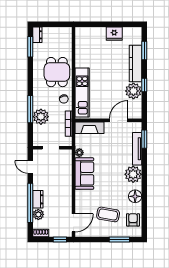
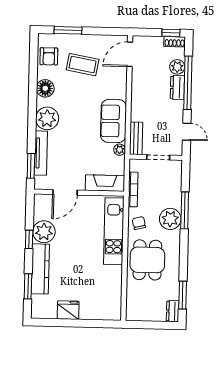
plant: (41, 117) -> (170, 219), moved
bench: (67, 161) -> (136, 138), added
window: (60, 239) -> (171, 33), moved

